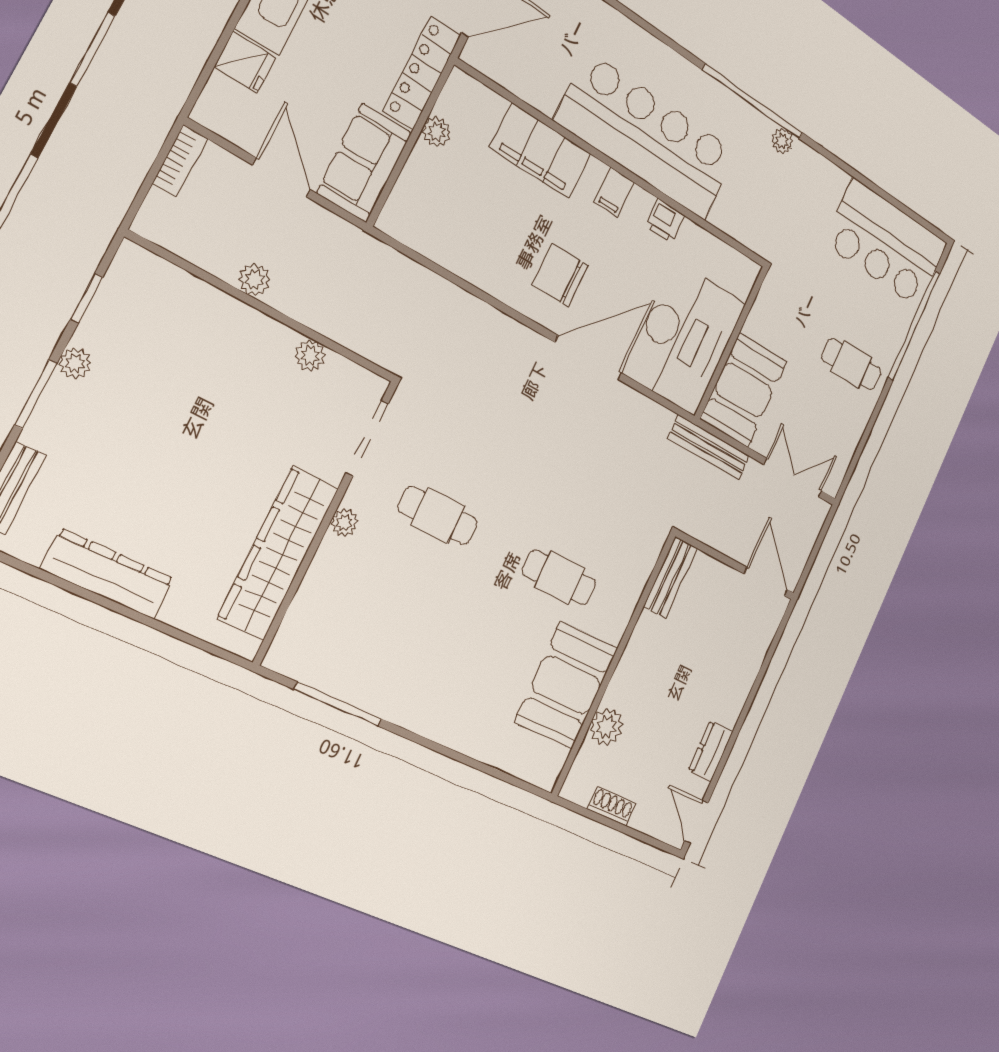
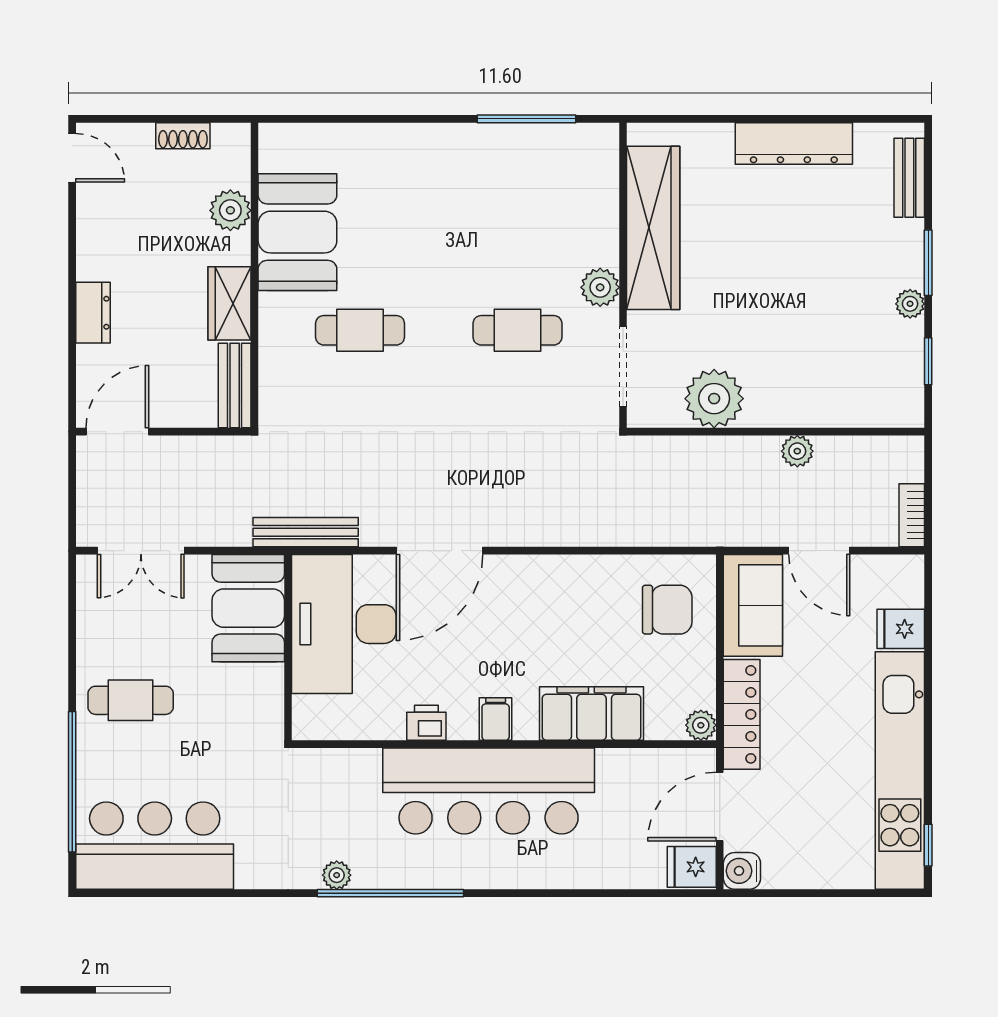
plant: (437, 132) -> (701, 725), moved
chair: (561, 275) -> (667, 610), moved
plant: (310, 356) -> (714, 399), width x1.88, depth x1.88
bench: (709, 447) -> (306, 532), moved
plant: (344, 523) -> (600, 287), width x1.38, depth x1.38
door: (766, 582) -> (117, 432), swing flipped
wardrobe: (643, 648) -> (230, 303), added
dresser: (711, 751) -> (93, 313), moved

